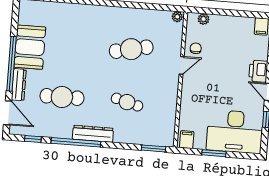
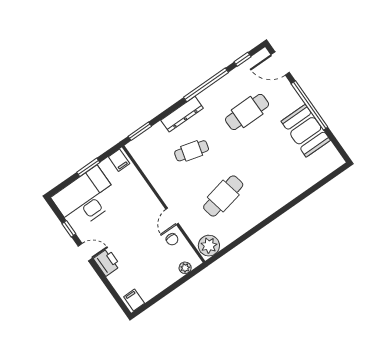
plant: (177, 17) -> (209, 246), width x1.87, depth x1.87
dresser: (19, 85) -> (290, 93), removed
dresser: (93, 134) -> (182, 114), moved

